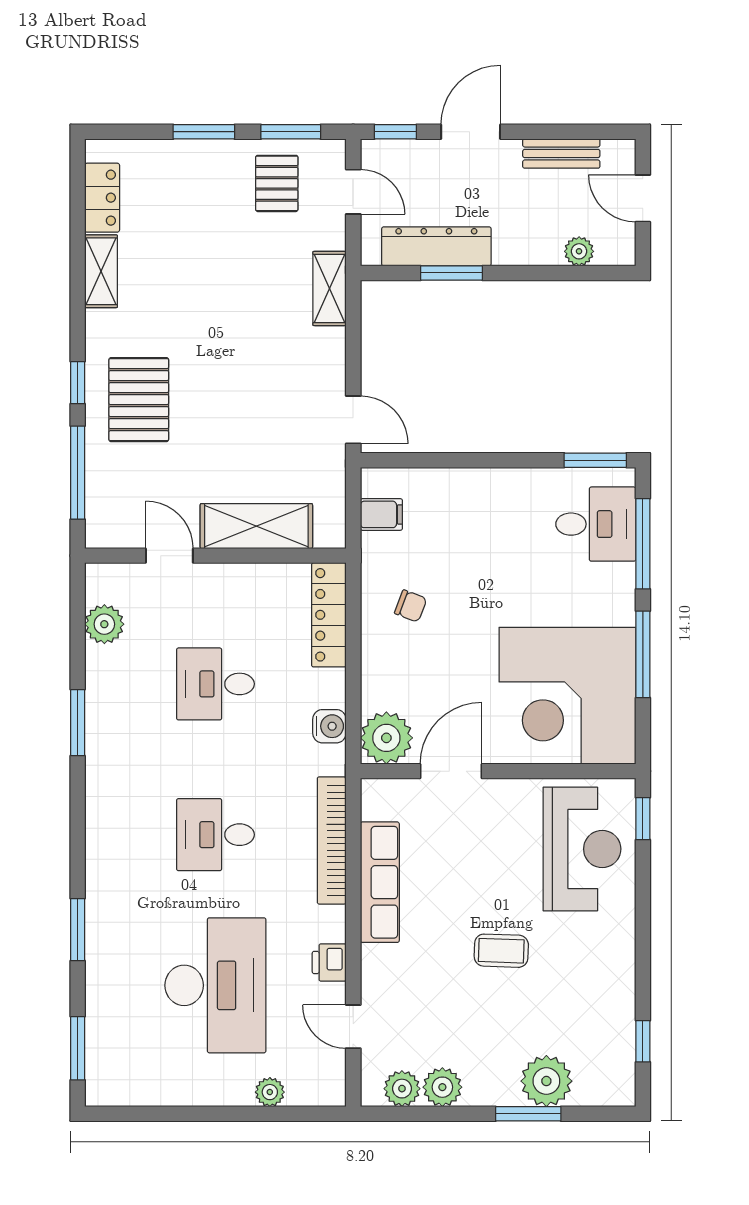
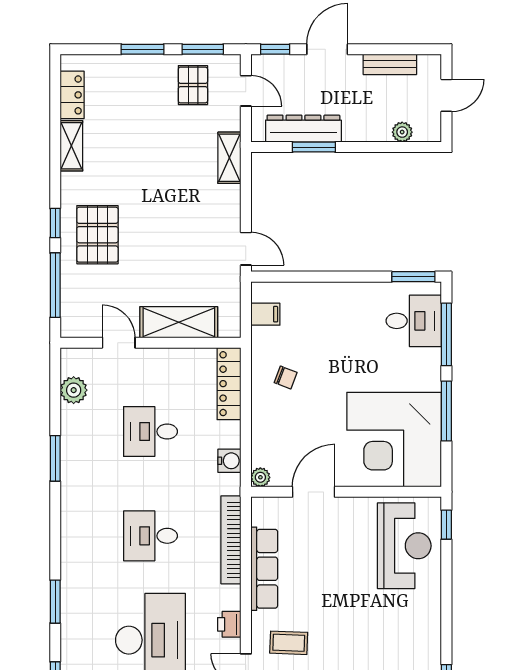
door: (643, 198) -> (446, 95), swing flipped
plant: (386, 738) -> (260, 477), width x0.53, depth x0.53
coffee table: (501, 951) -> (289, 643), moved

